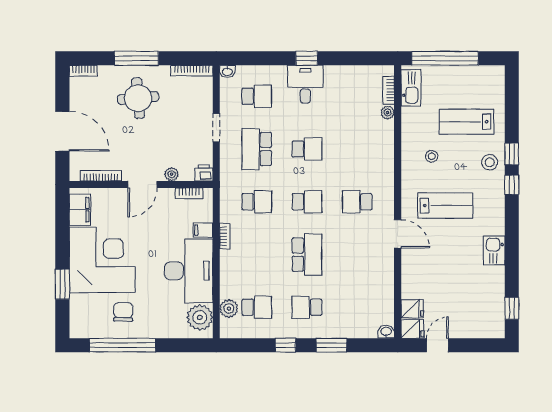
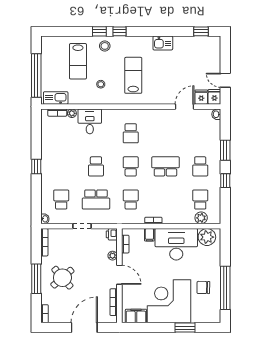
desk: (305, 84) -> (90, 121), moved, turned 90
round table: (138, 98) -> (62, 278), turned -36
school desk: (307, 149) -> (96, 166), turned 180
door: (398, 234) -> (185, 107), moved

